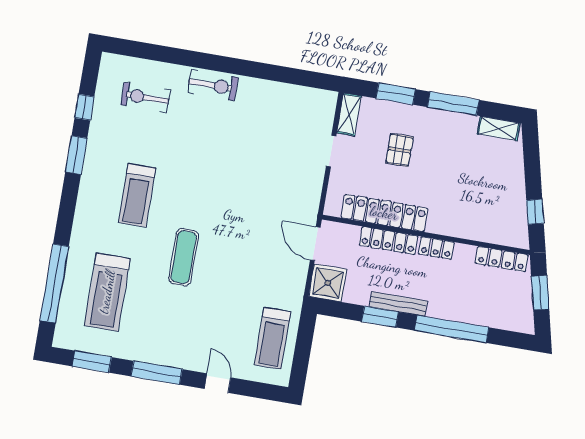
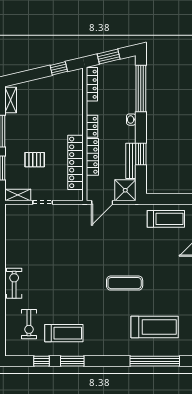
treadmill: (137, 195) -> (64, 333), moved
bench: (398, 304) -> (131, 161), moved
washbasin: (436, 311) -> (131, 120), added
window: (452, 329) -> (141, 89), moved

